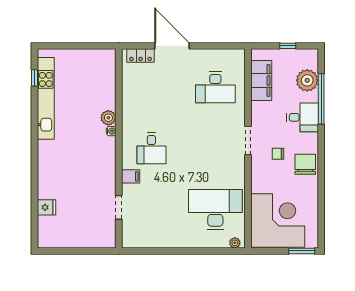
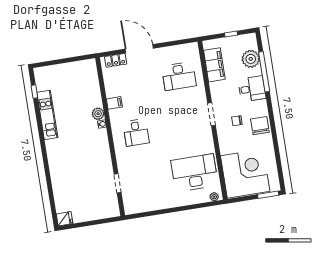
kitchen unit: (46, 98) -> (47, 115), width x0.73
filing cabinet: (131, 176) -> (114, 103), moved
fridge: (46, 207) -> (65, 219), moved

